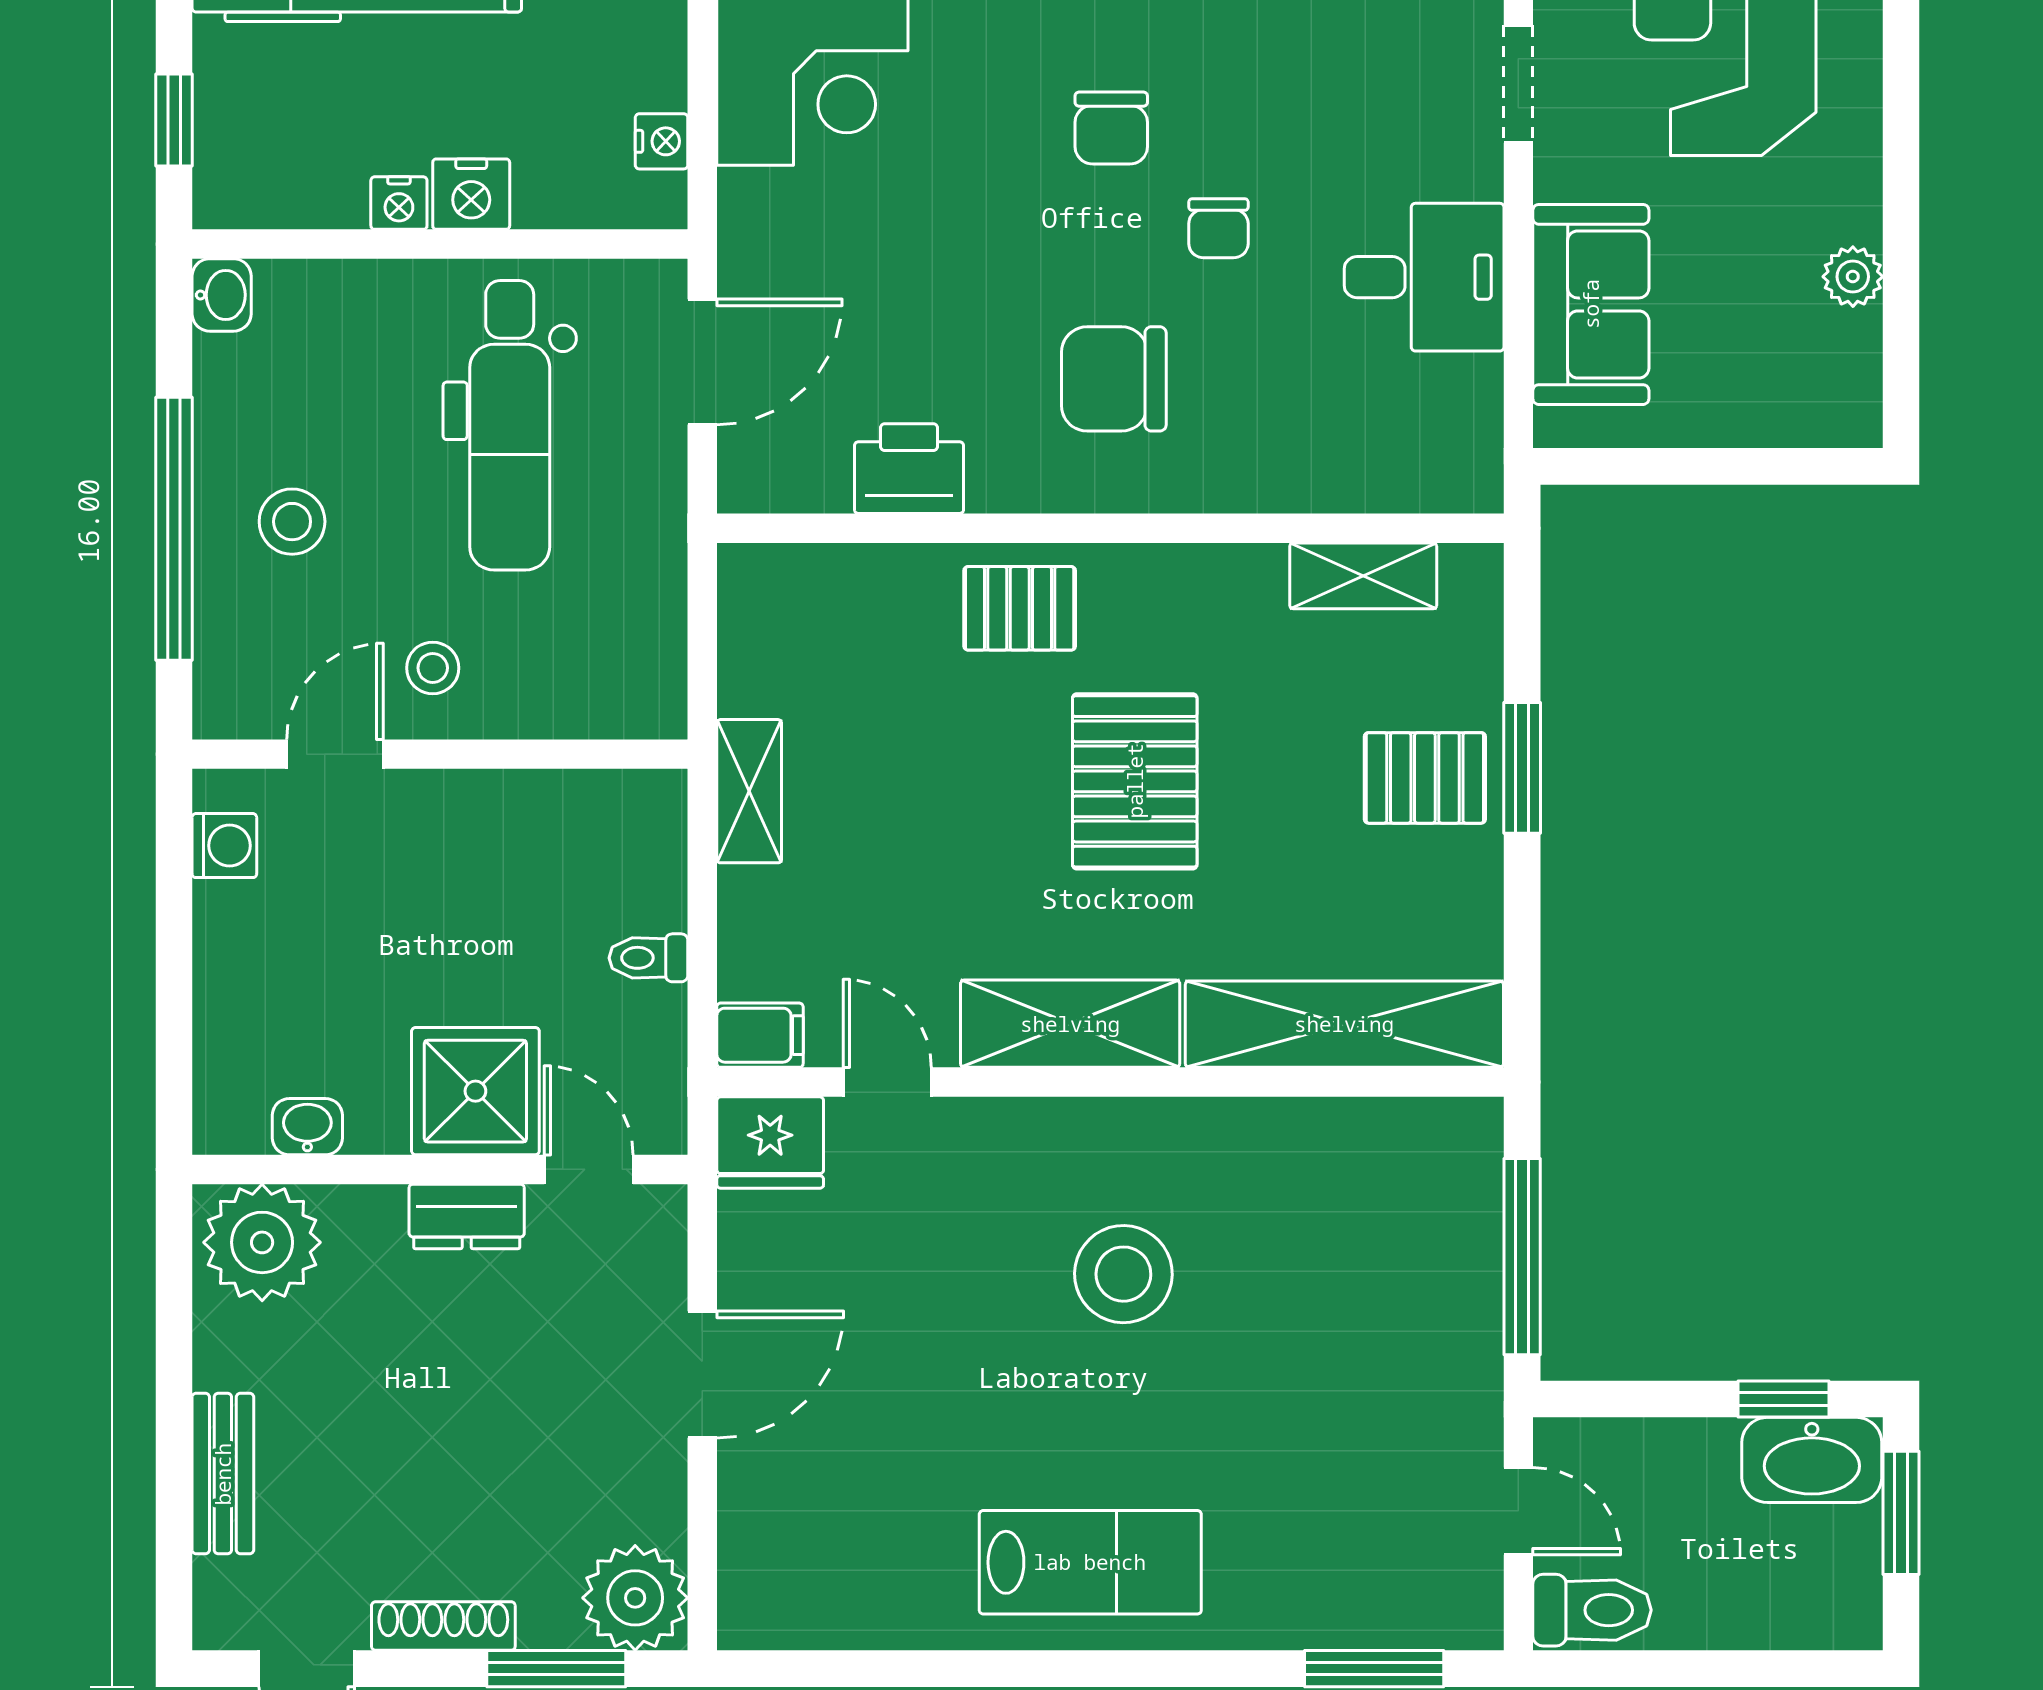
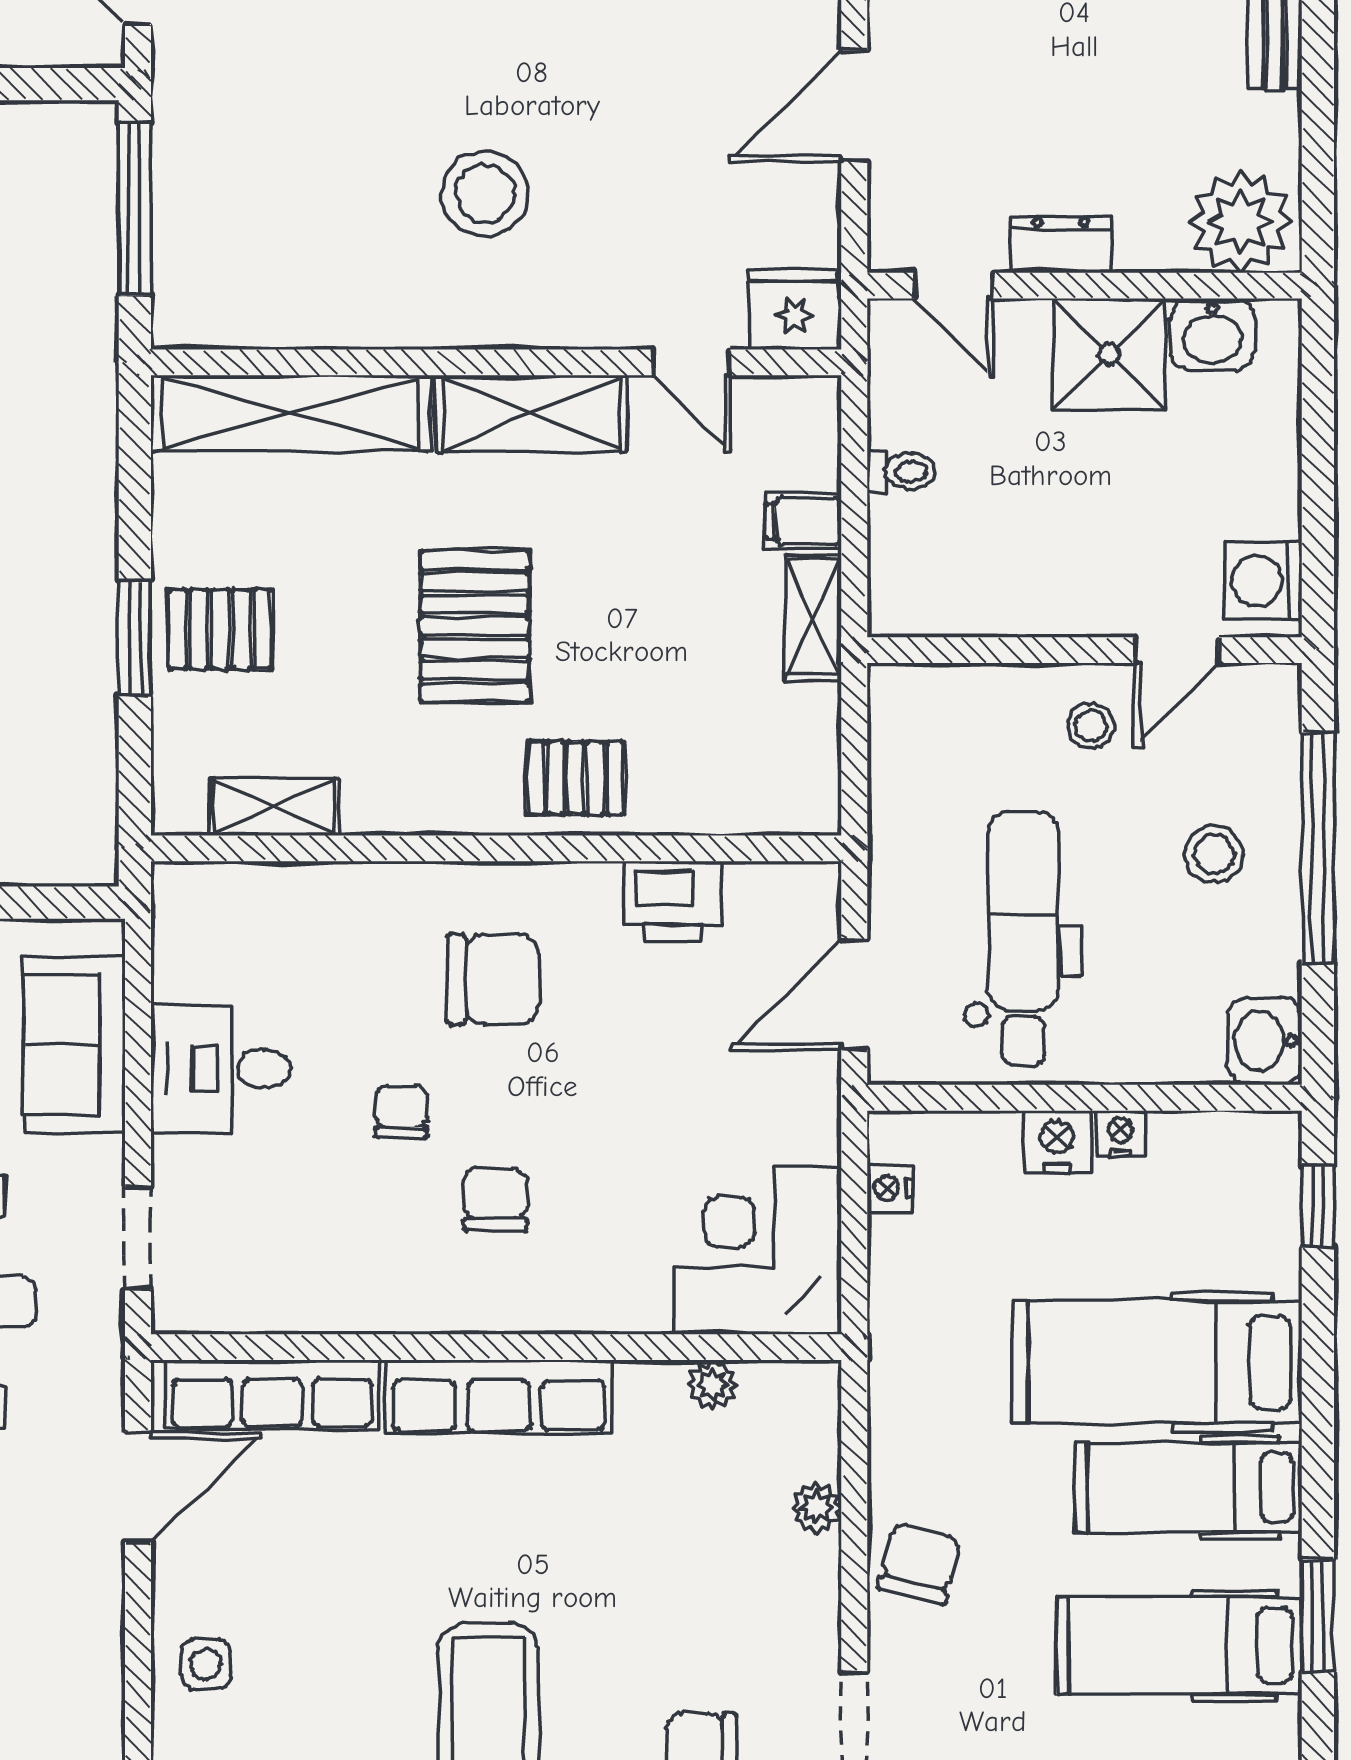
washbasin: (222, 295) -> (1265, 1041), width x1.38, depth x1.45
washing machine: (224, 846) -> (1263, 581), width x1.38, depth x1.38
filing cabinet: (760, 1035) -> (804, 521), moved
shower: (475, 1091) -> (1109, 354), moved
washbasin: (307, 1127) -> (1213, 334), width x1.38, depth x1.45

